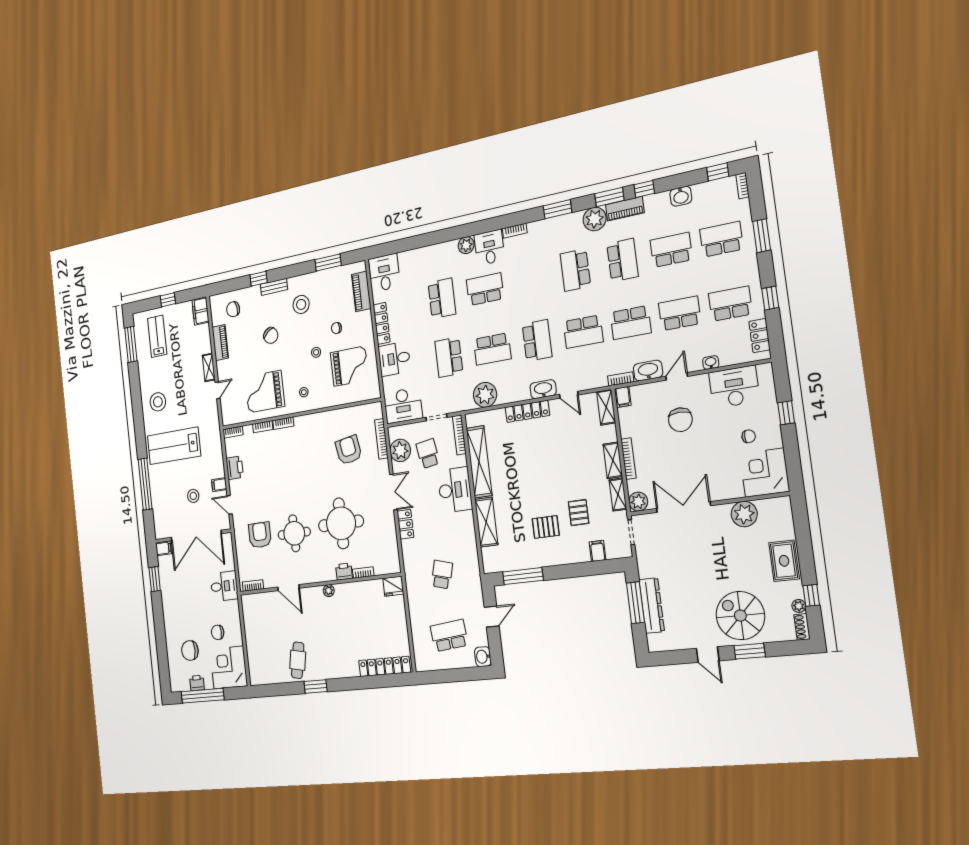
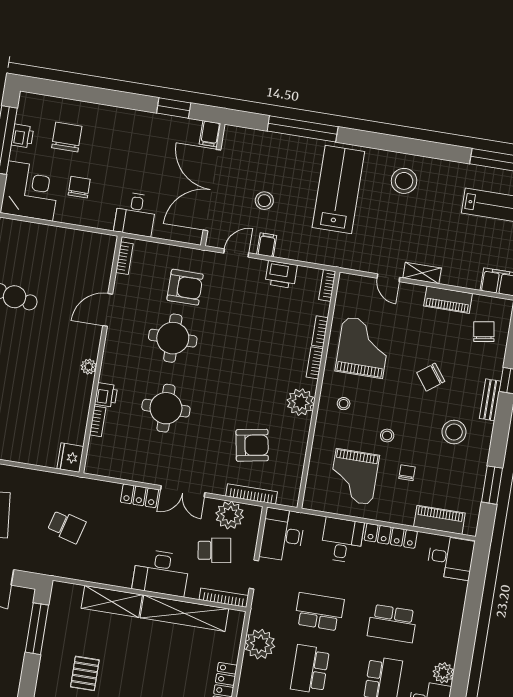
plant: (311, 424) -> (301, 402), added
round table: (341, 523) -> (166, 408), width x0.73, depth x0.73

